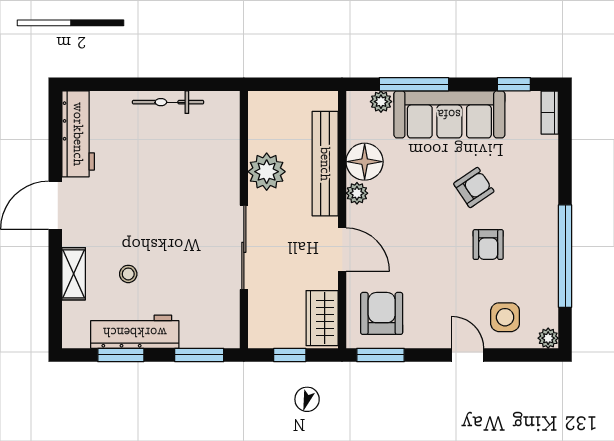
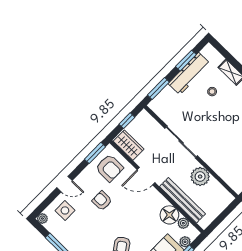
plant: (357, 193) -> (183, 223), moved
armchair: (488, 245) -> (102, 201), moved

